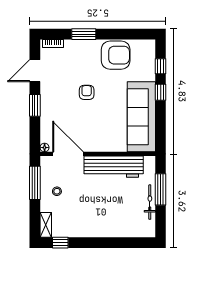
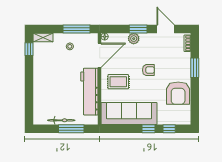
plant: (47, 111) -> (134, 39), added
rug: (101, 130) -> (118, 82), added

